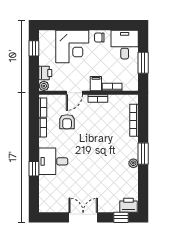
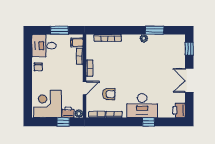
corner desk: (72, 46) -> (48, 104), moved, turned -90
window: (34, 48) -> (63, 122), moved
filing cabinet: (96, 84) -> (77, 43), moved
door: (74, 93) -> (85, 88), hinge flipped
window: (143, 154) -> (155, 30), moved
desk: (53, 161) -> (142, 106), width x1.37
printer: (128, 205) -> (179, 110), moved

